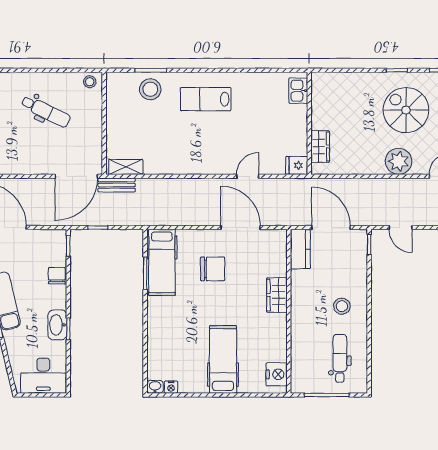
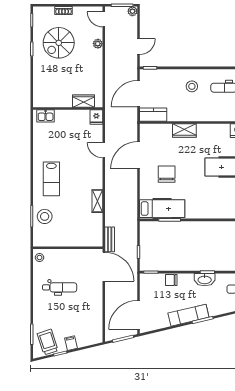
dental chair: (46, 111) -> (60, 287), turned 64
plant: (399, 161) -> (98, 44), width x0.53, depth x0.53
shelving: (126, 167) -> (97, 201), moved

